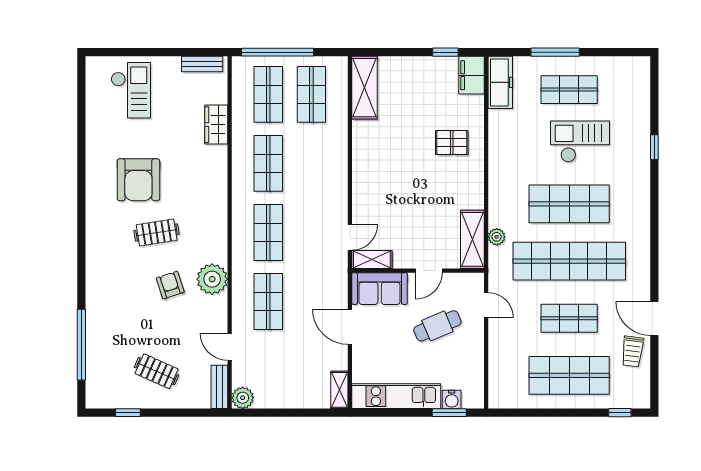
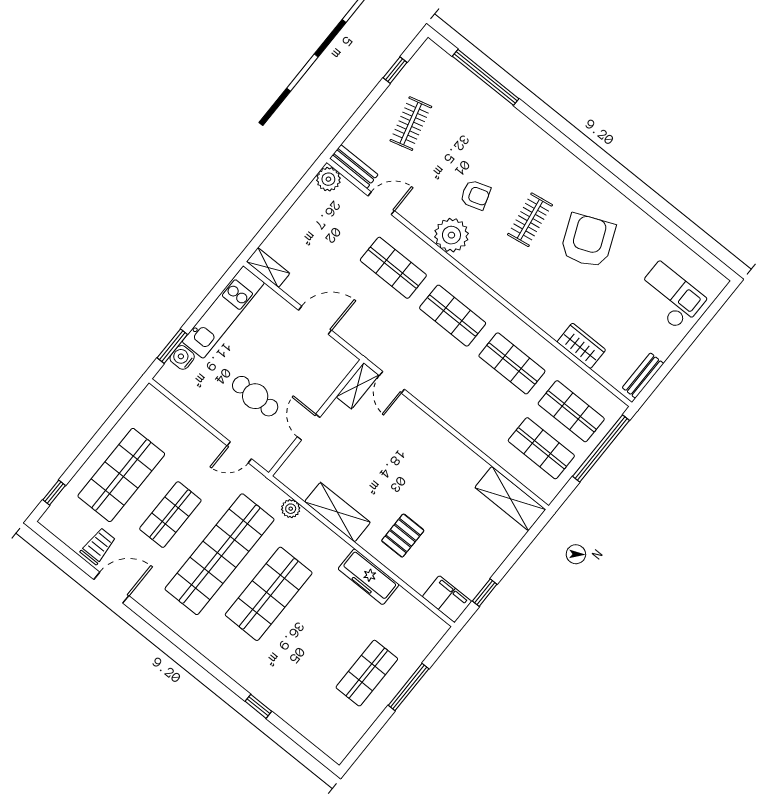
freezer: (500, 82) -> (369, 577), moved
checkout: (131, 90) -> (670, 296), turned 180
checkout: (580, 142) -> (315, 646), removed
armchair: (138, 180) -> (588, 241), turned 67
shelving: (472, 239) -> (337, 512), moved
sofa: (380, 289) -> (327, 372), removed
cafe table: (437, 326) -> (255, 396), turned -67
trolley: (633, 351) -> (98, 546), turned 83
clothes rail: (157, 371) -> (411, 124), turned -39

